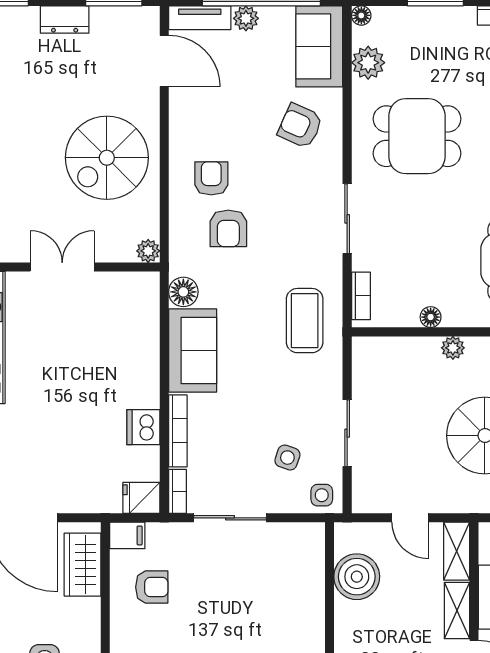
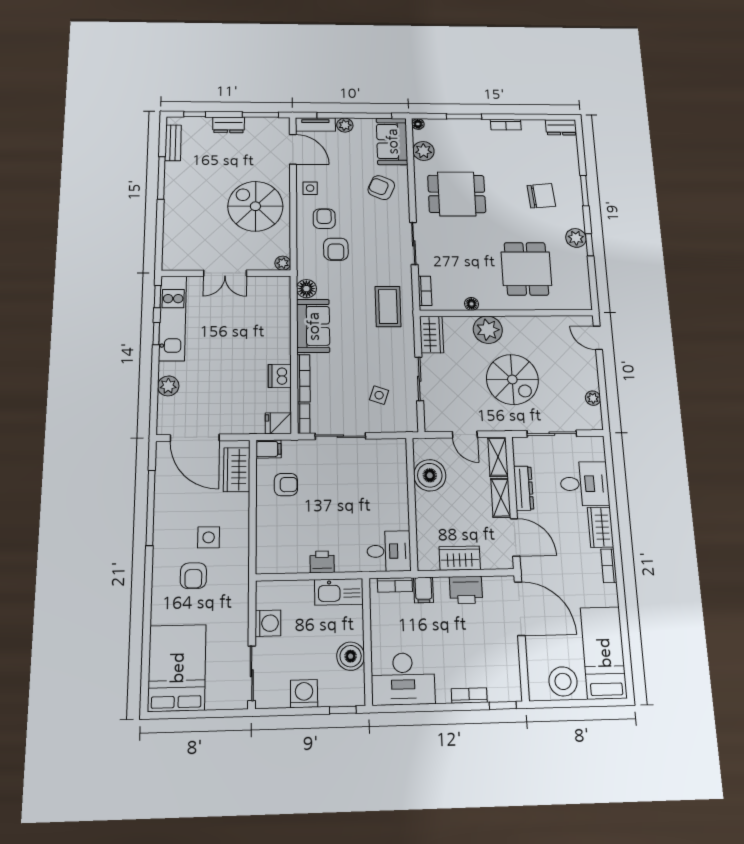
spiral stairs: (107, 158) -> (255, 206), turned 90
double door: (62, 267) -> (225, 273), swing flipped
plant: (453, 348) -> (488, 330), width x1.88, depth x1.88
wardrobe: (368, 365) -> (432, 335), added
side table: (322, 495) -> (310, 188), moved

